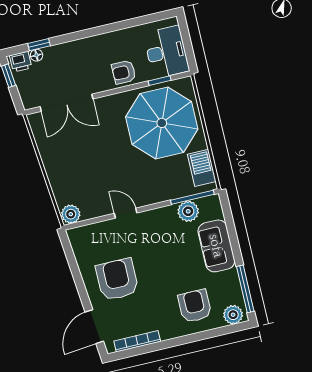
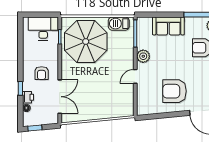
window: (39, 45) -> (20, 88), moved
printer: (21, 62) -> (28, 97), moved
armchair: (124, 72) -> (42, 73), moved
plant: (188, 211) -> (143, 56), moved
plant: (71, 214) -> (128, 110), removed

